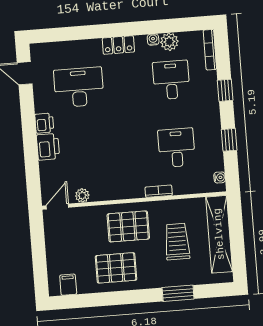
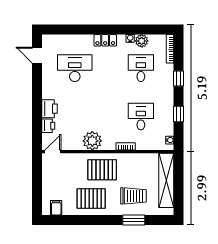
printer: (44, 123) -> (48, 126), moved
plant: (82, 195) -> (92, 141), moved, width x1.88, depth x1.88
trolley: (177, 242) -> (133, 196), moved, turned 90

